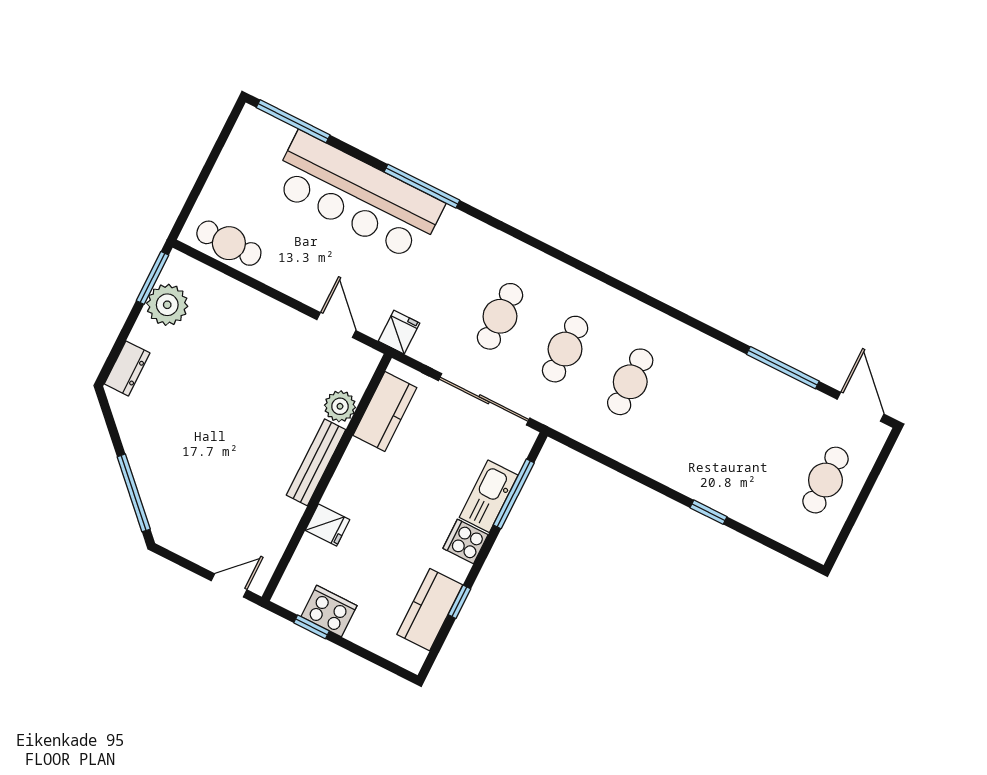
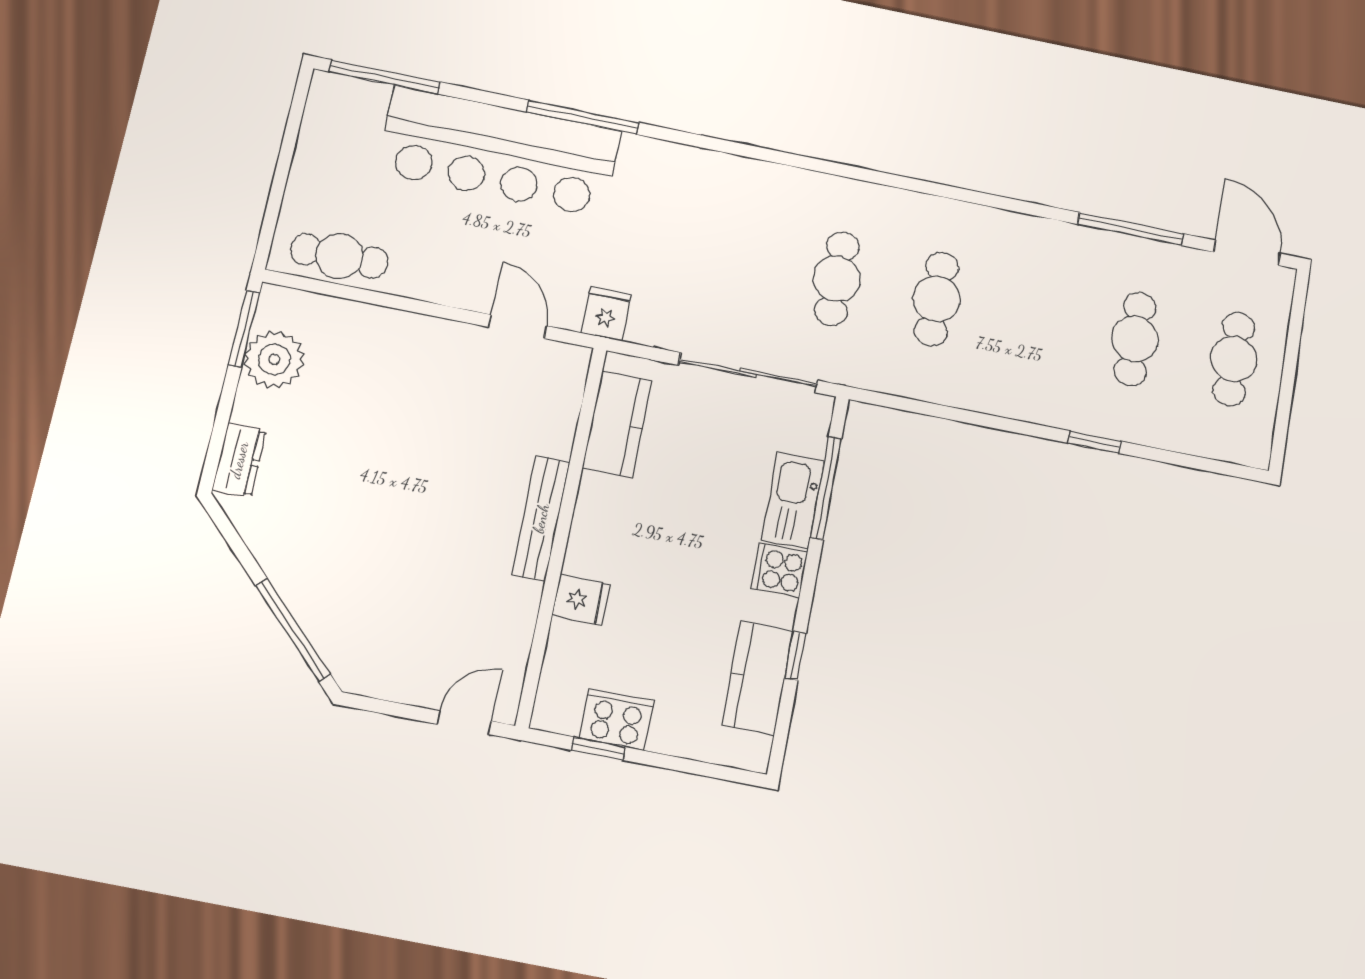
cafe table: (500, 316) -> (1135, 339), moved
plant: (340, 406) -> (553, 434), removed

